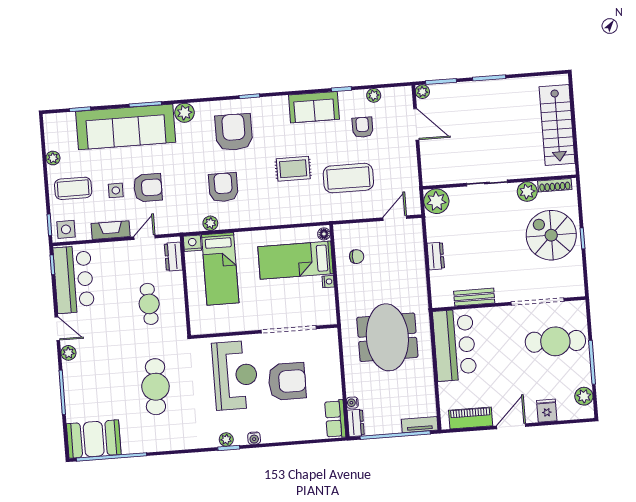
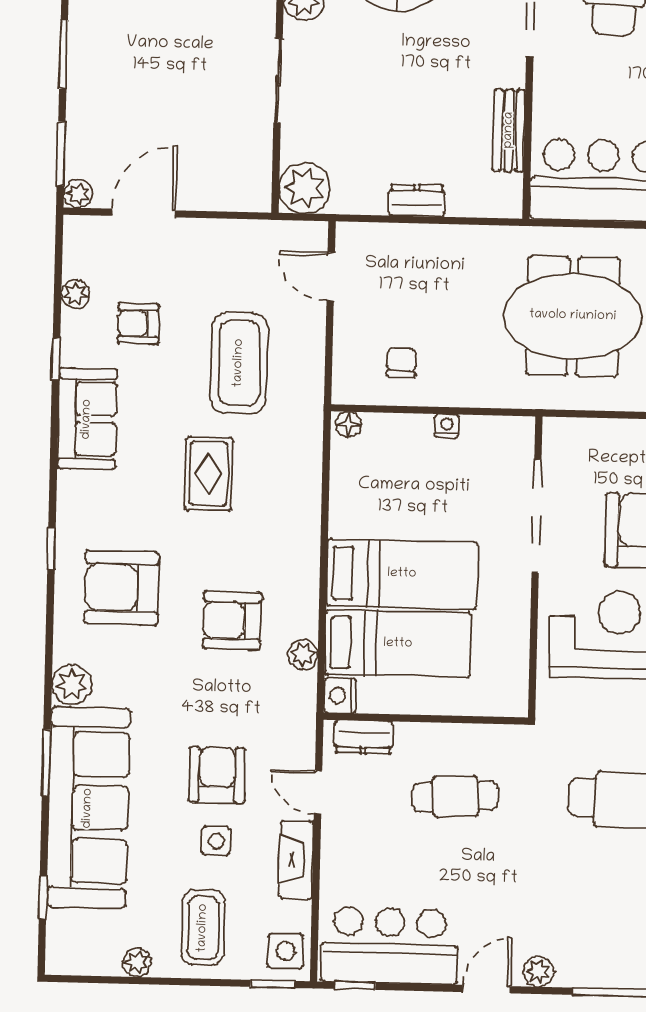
bed: (296, 260) -> (402, 574), moved, turned -90

